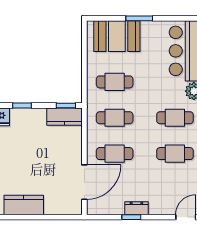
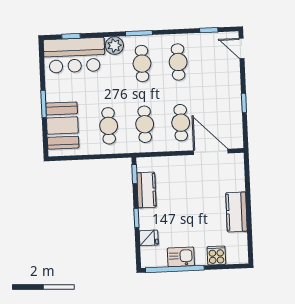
kitchen counter: (65, 117) -> (146, 190), moved
dresser: (136, 208) -> (235, 98), removed

